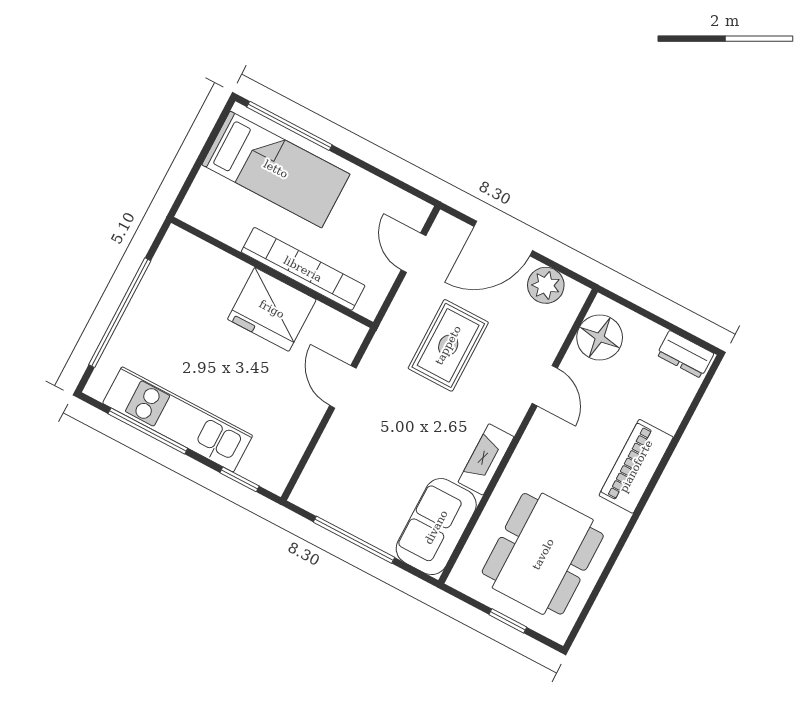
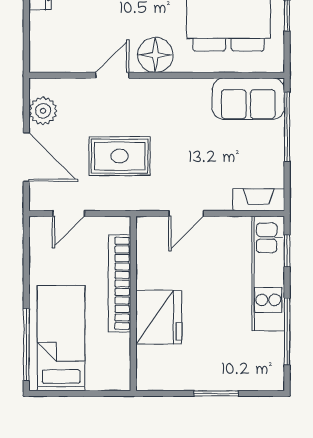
fridge: (272, 309) -> (159, 317), moved
window: (120, 313) -> (216, 393), width x0.47
floor lamp: (600, 337) -> (155, 55), moved
kitchen unit: (178, 419) -> (268, 273), moved
fireplace: (486, 459) -> (259, 200), moved, turned 180
window: (354, 540) -> (287, 127), moved

